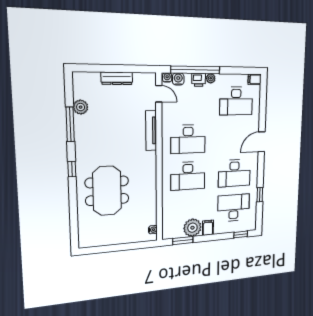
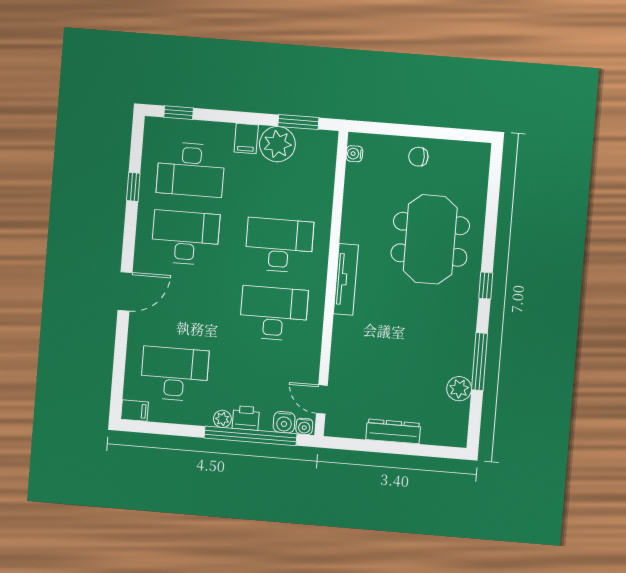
tv unit: (151, 131) -> (346, 279), moved
chair: (118, 234) -> (418, 157), added

